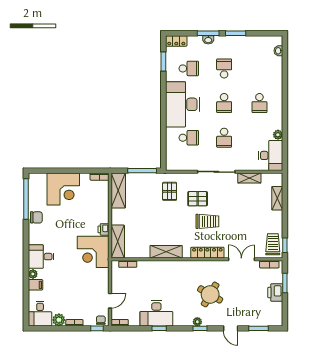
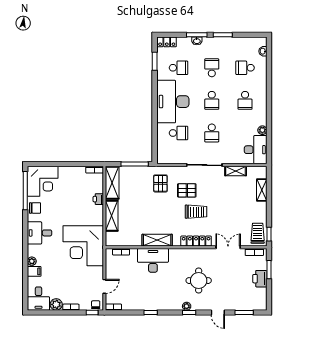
school desk: (259, 68) -> (245, 68), added
corner desk: (63, 189) -> (43, 181), moved
printer: (104, 229) -> (98, 199), moved
shelving: (118, 242) -> (112, 216), moved
corner desk: (93, 252) -> (83, 246), width x1.36, depth x1.36
desk: (41, 257) -> (40, 233), moved
round table: (210, 294) -> (199, 281), turned -30
desk: (156, 313) -> (153, 260), moved, turned 180

